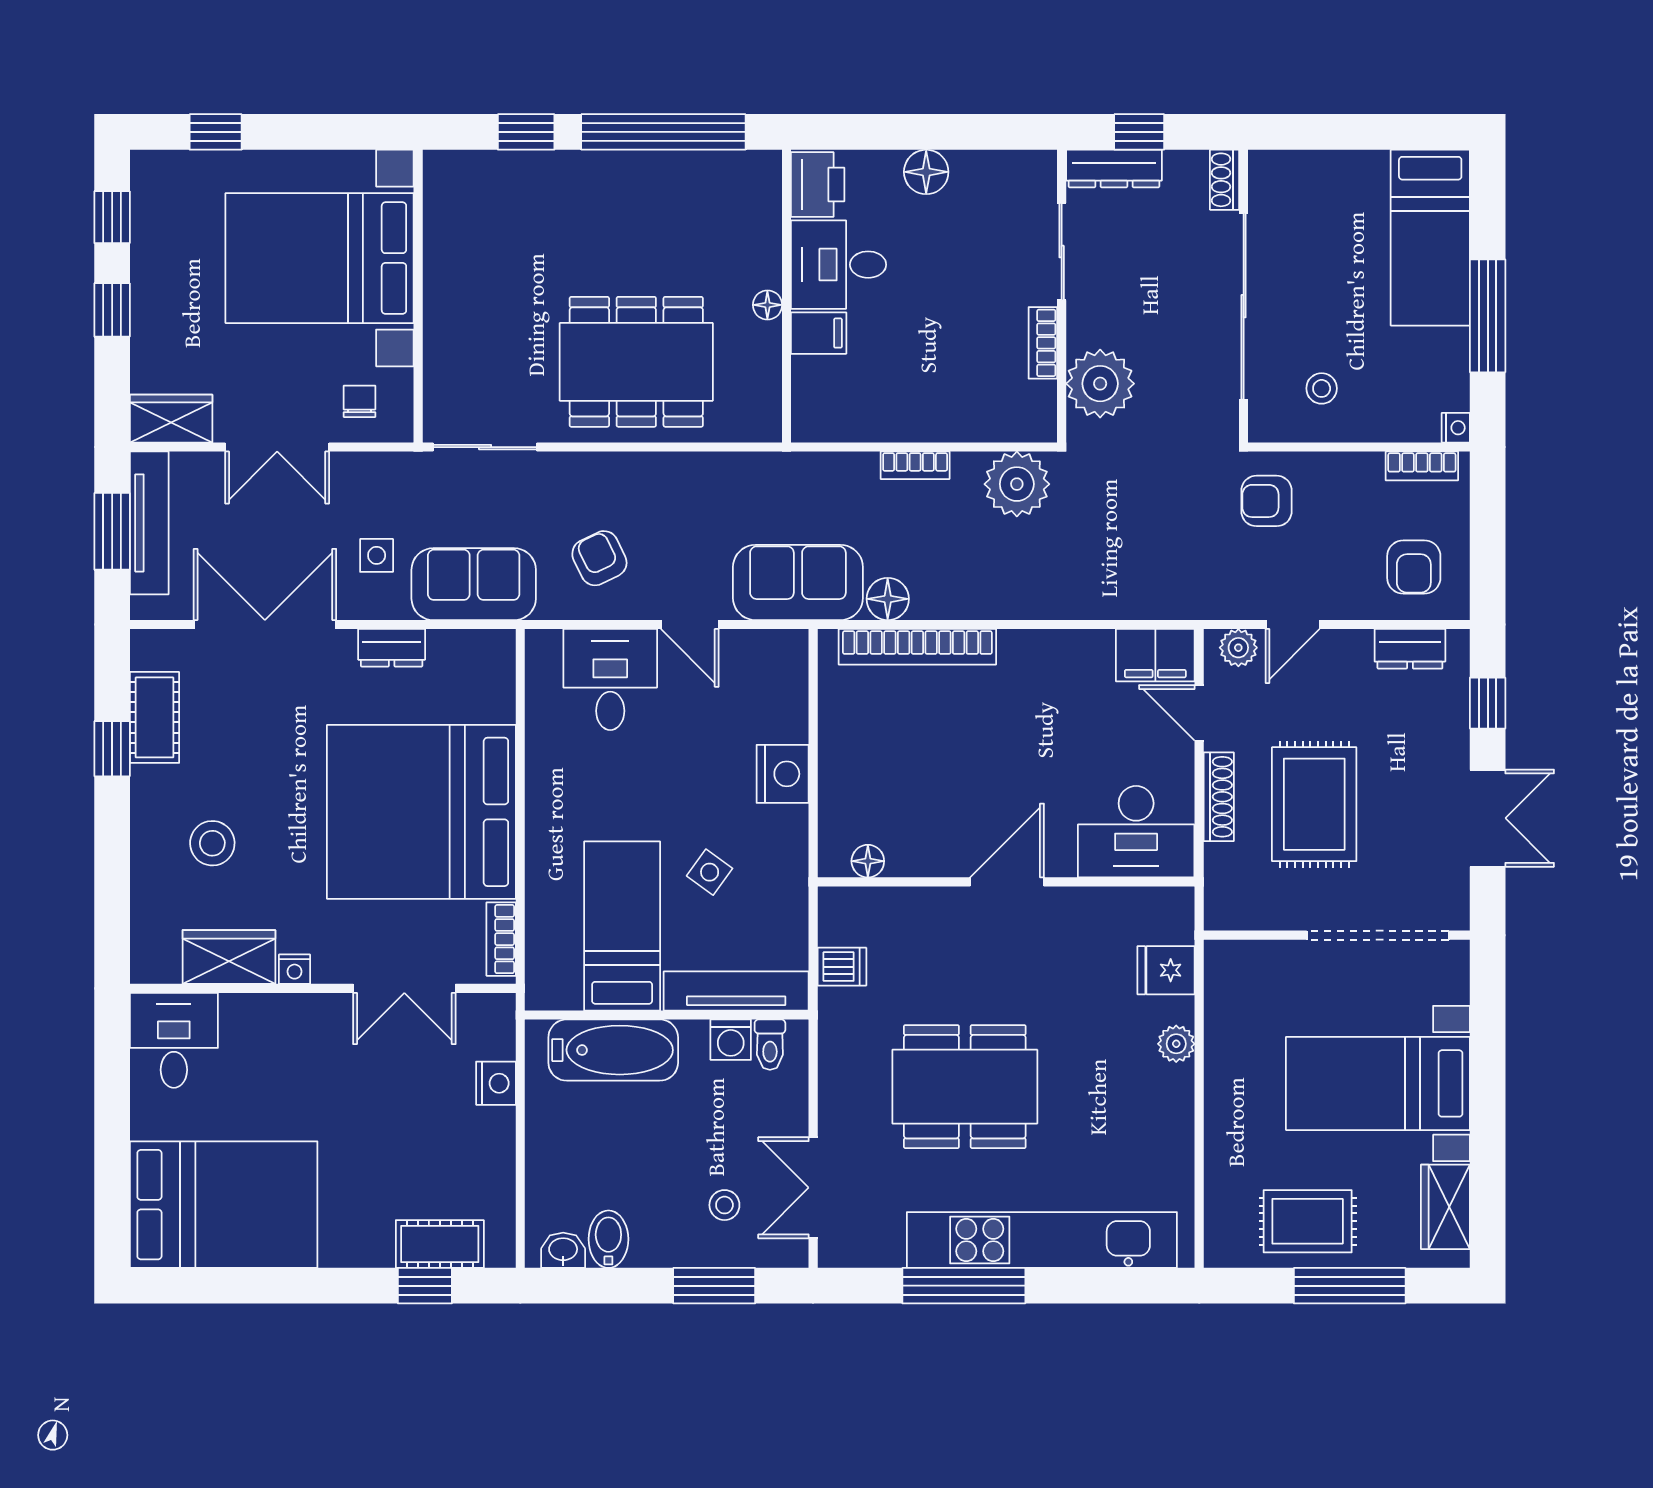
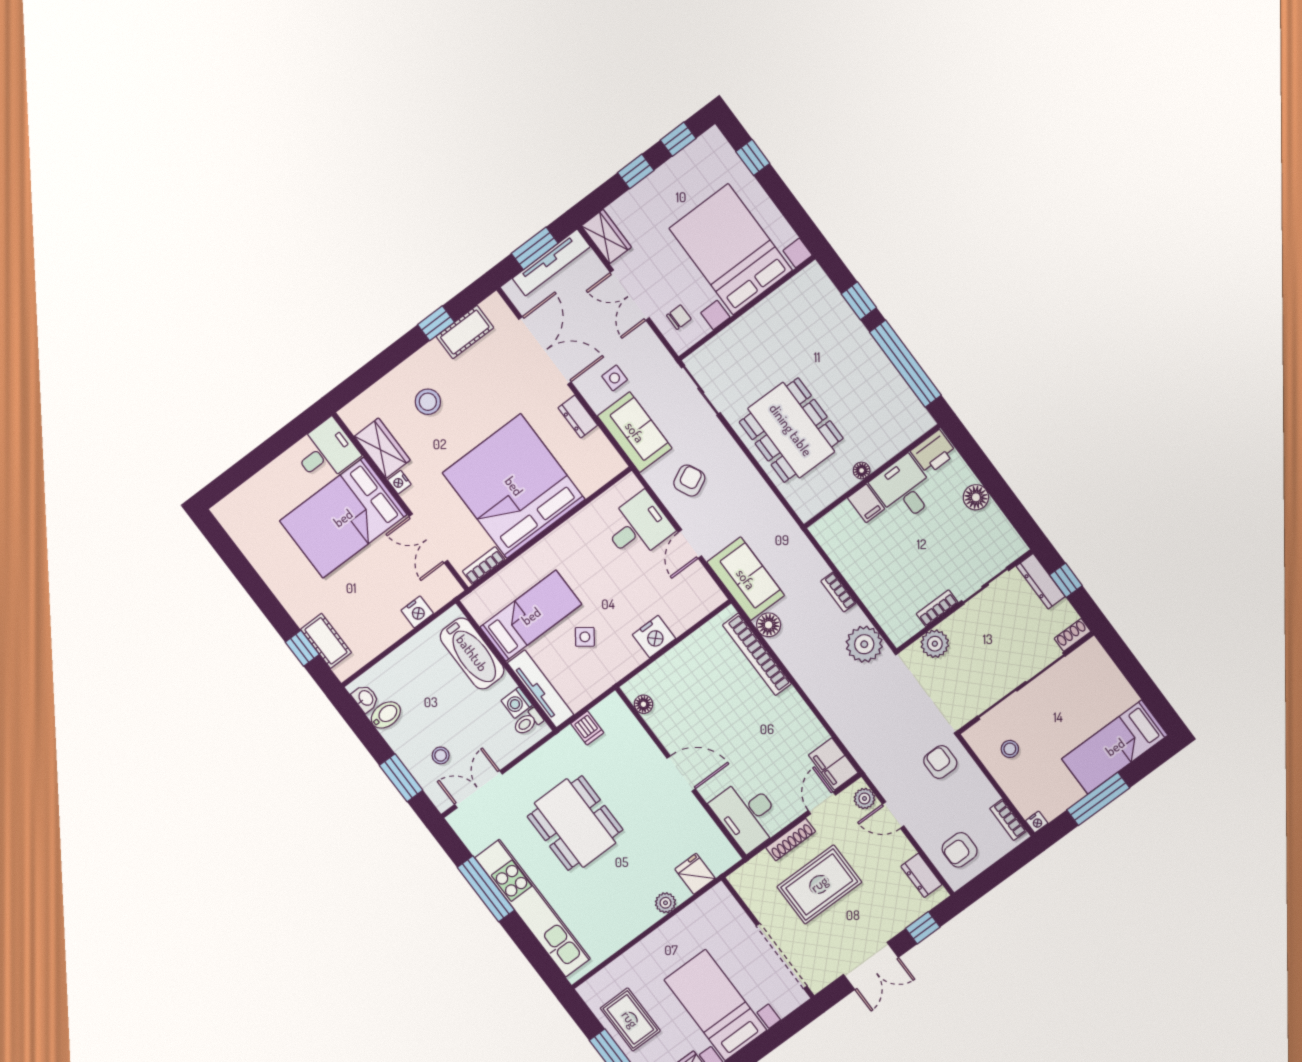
plant: (1100, 384) -> (935, 644), width x0.73, depth x0.73
bed: (224, 1205) -> (343, 518), moved, turned 90

